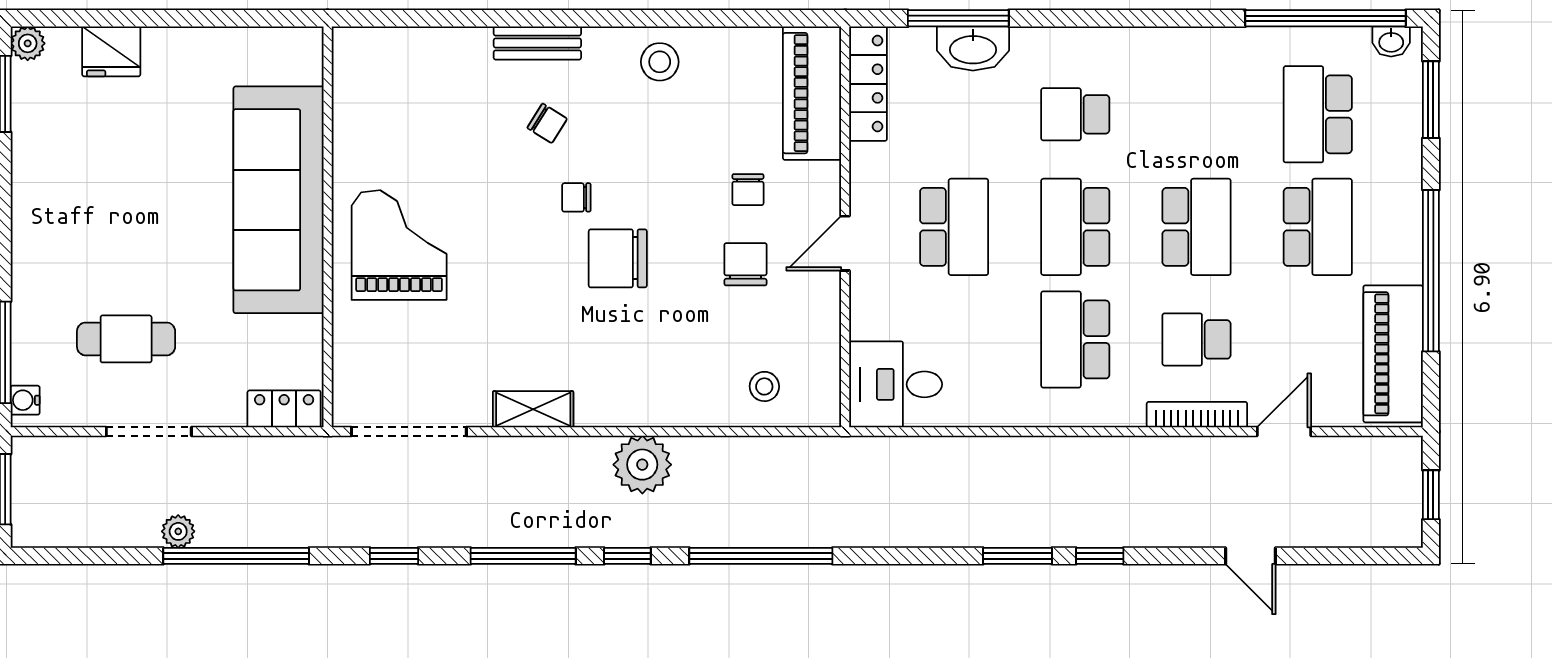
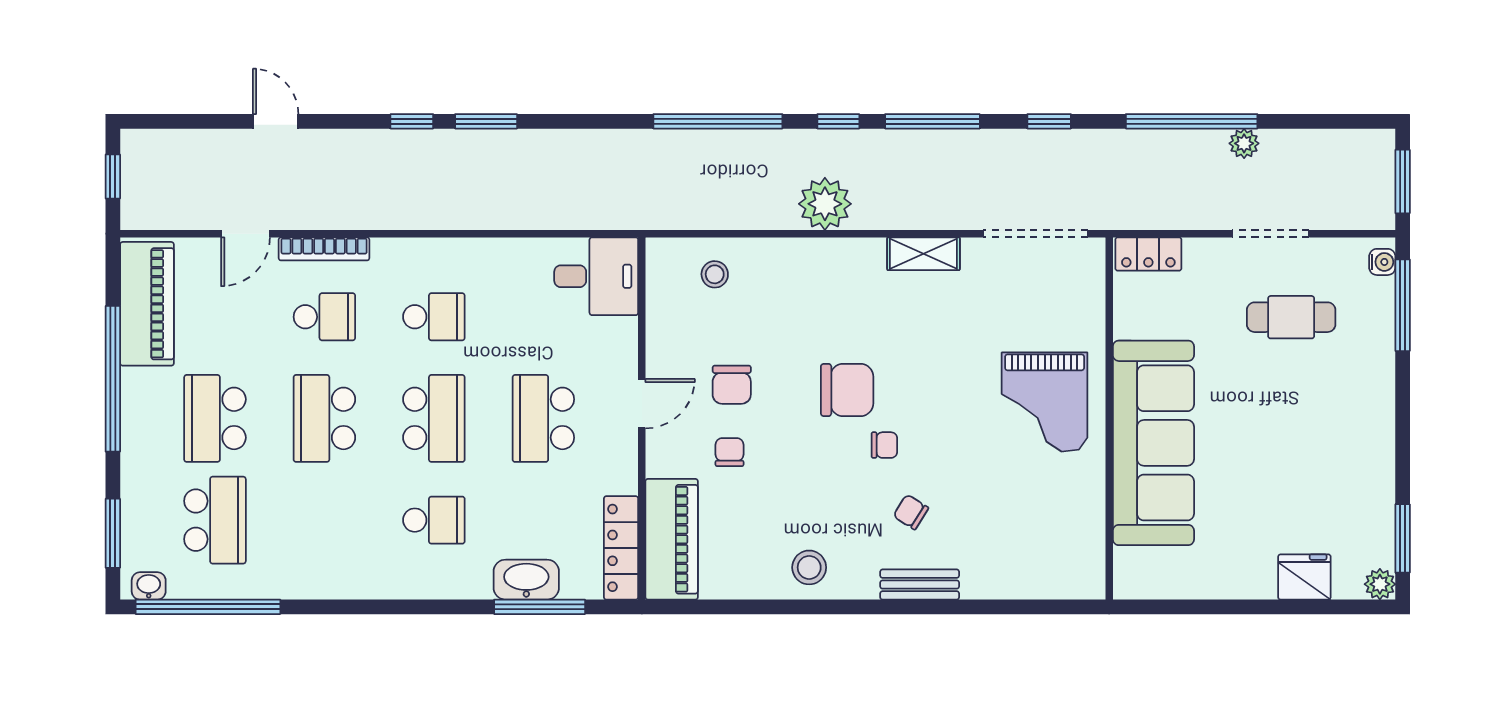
school desk: (1075, 339) -> (434, 317), width x0.54

